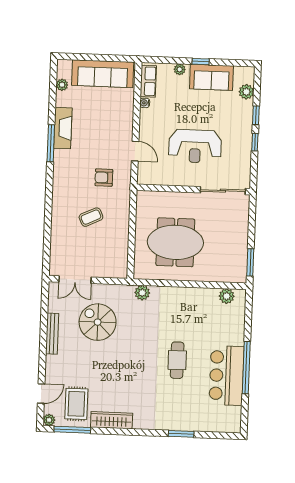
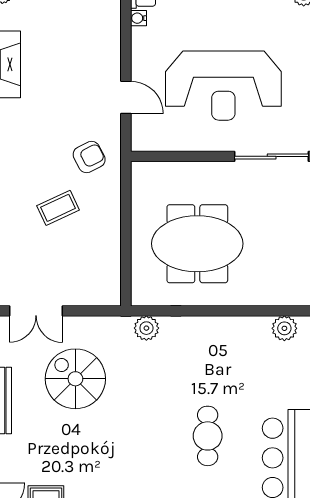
reception desk: (195, 146) -> (223, 86), width x1.36, depth x1.30
armchair: (104, 178) -> (89, 157), moved, turned 153

